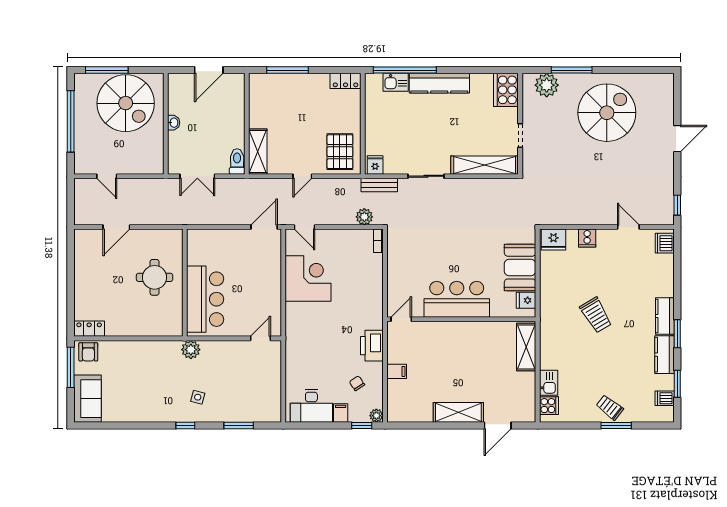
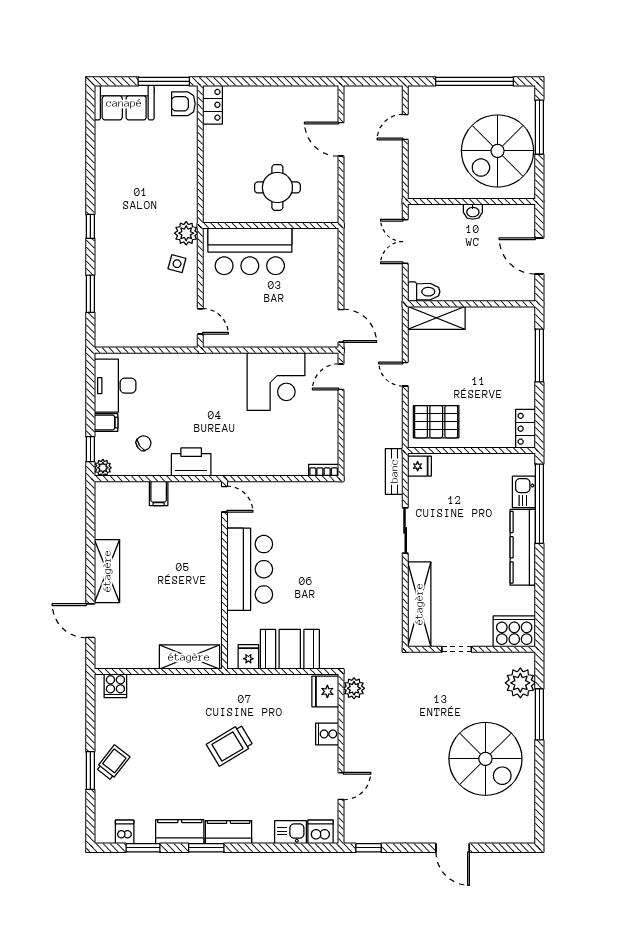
plant: (364, 217) -> (354, 688), moved
kitchen sink: (549, 383) -> (290, 832), moved, turned 180
side table: (198, 397) -> (177, 264), moved

